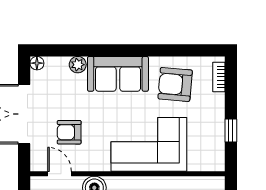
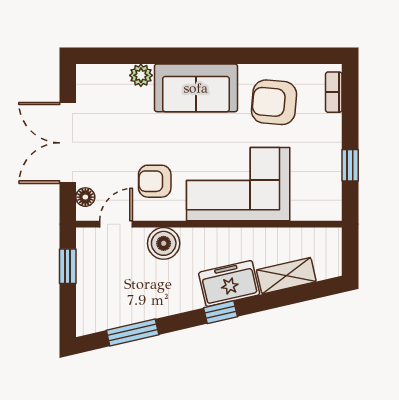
floor lamp: (37, 63) -> (85, 197), moved
armchair: (69, 132) -> (155, 181), moved
door: (60, 174) -> (116, 224), hinge flipped

